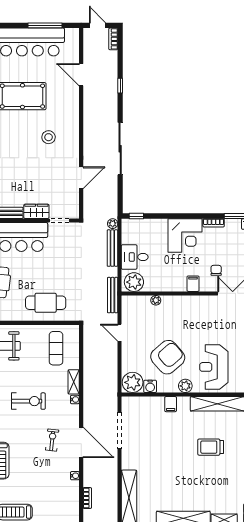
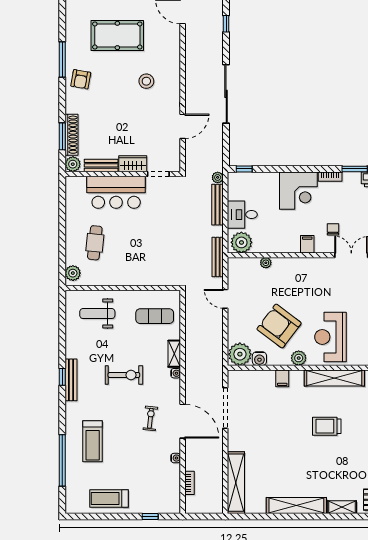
cafe table: (46, 303) -> (143, 265), removed
exercise mat: (56, 348) -> (155, 316), turned 90
armchair: (168, 357) -> (279, 326), turned -102

